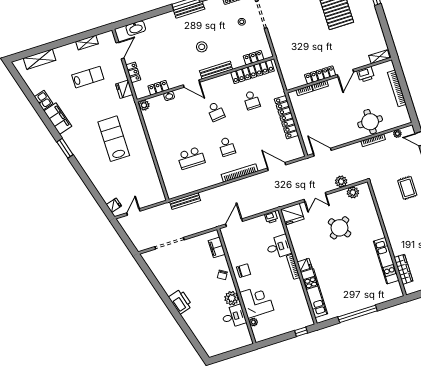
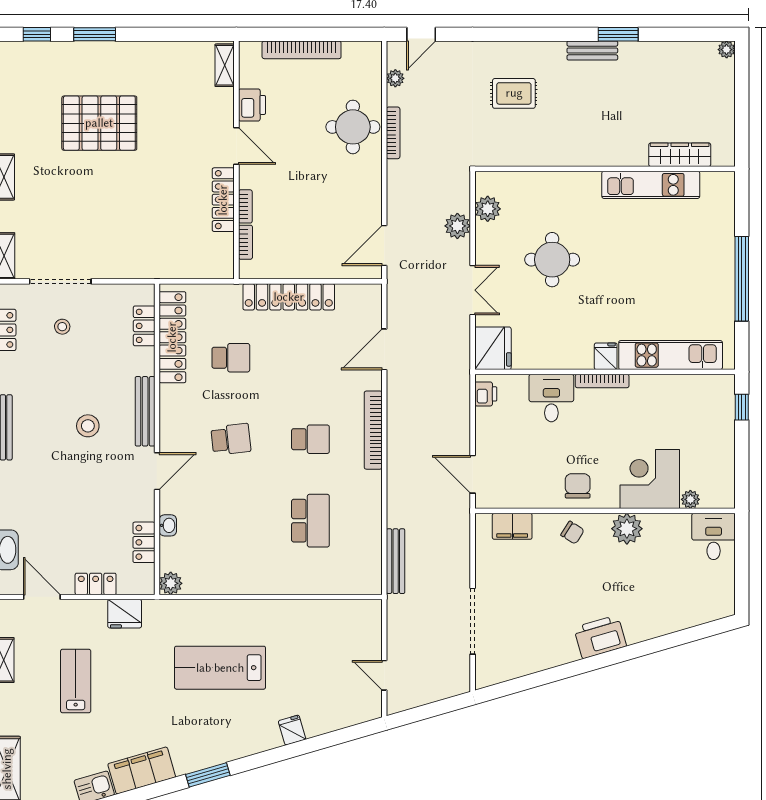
fridge: (114, 205) -> (292, 730), moved
round table: (340, 228) -> (552, 260), turned 36
desk: (234, 316) -> (714, 536), moved

